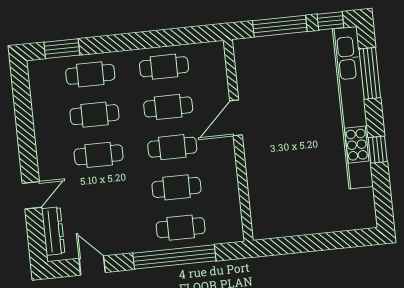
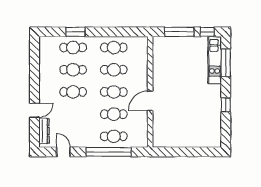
window: (62, 49) -> (75, 32), moved
kitchen unit: (353, 108) -> (215, 60), width x0.54
door: (236, 118) -> (150, 101), moved

